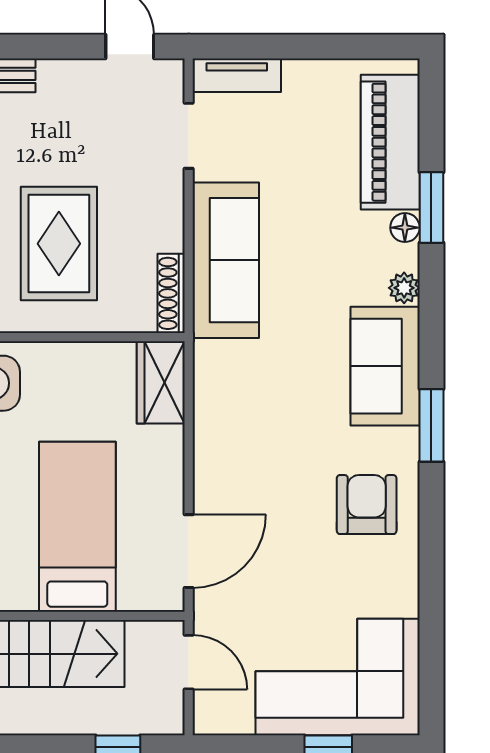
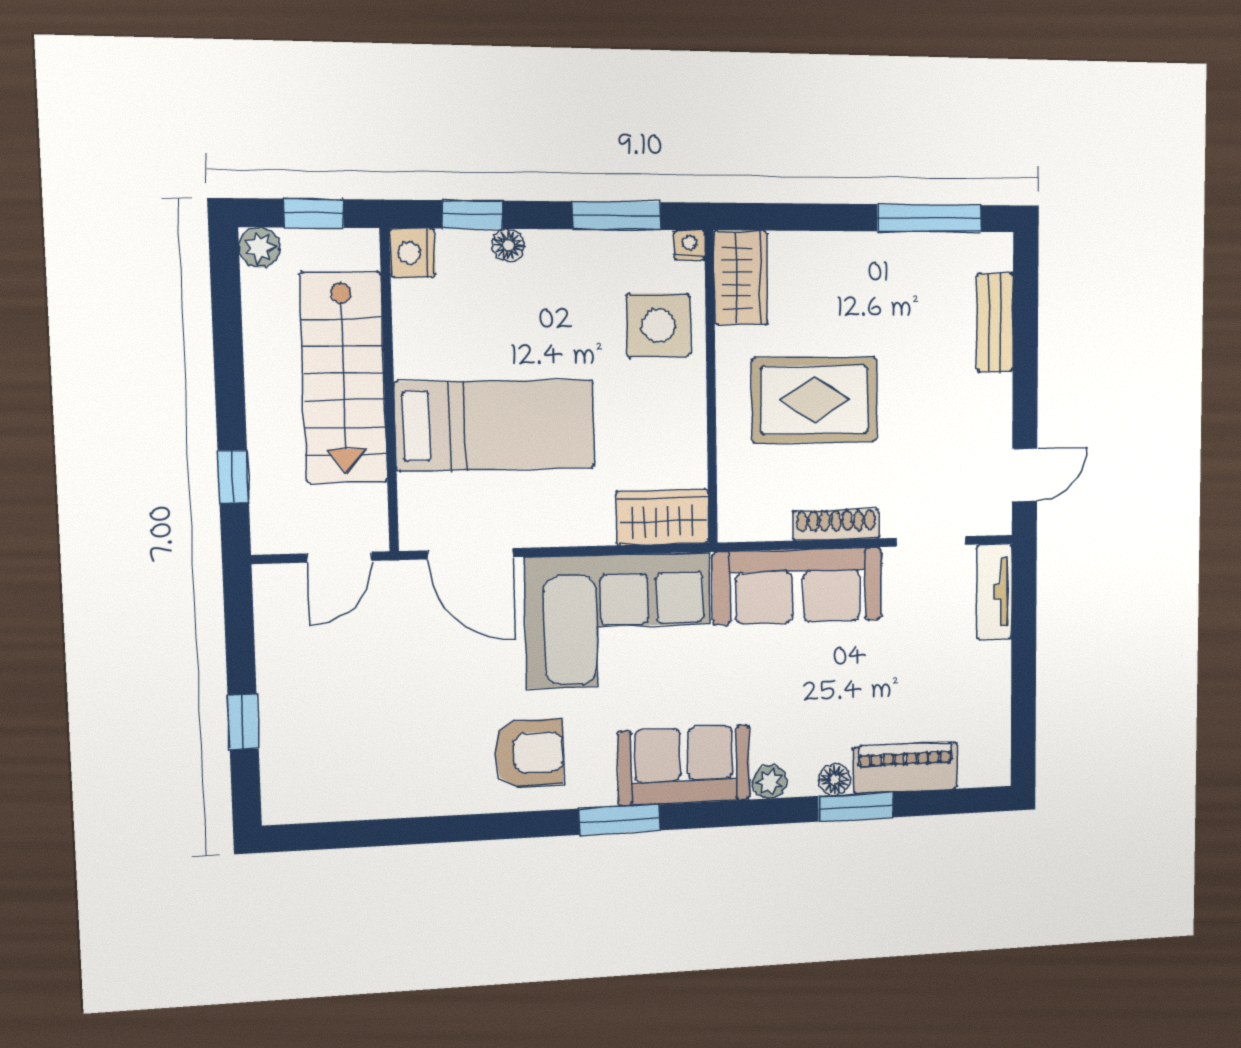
piano: (390, 142) -> (905, 768), width x0.73, depth x0.75
shoe rack: (171, 293) -> (836, 525), moved
corner sofa: (338, 677) -> (618, 620), moved, turned 90

